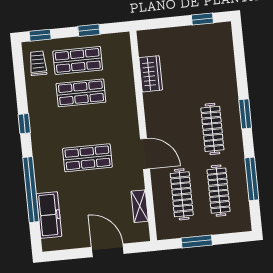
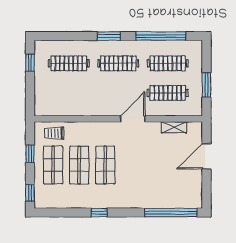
trolley: (38, 63) -> (54, 133), moved
clothes rail: (206, 67) -> (69, 63), added
wardrobe: (151, 74) -> (70, 108), removed
shop shelf: (87, 158) -> (105, 165), moved
window: (252, 179) -> (161, 36), width x1.46
window: (31, 190) -> (171, 212), moved
freezer: (49, 215) -> (174, 200), removed

